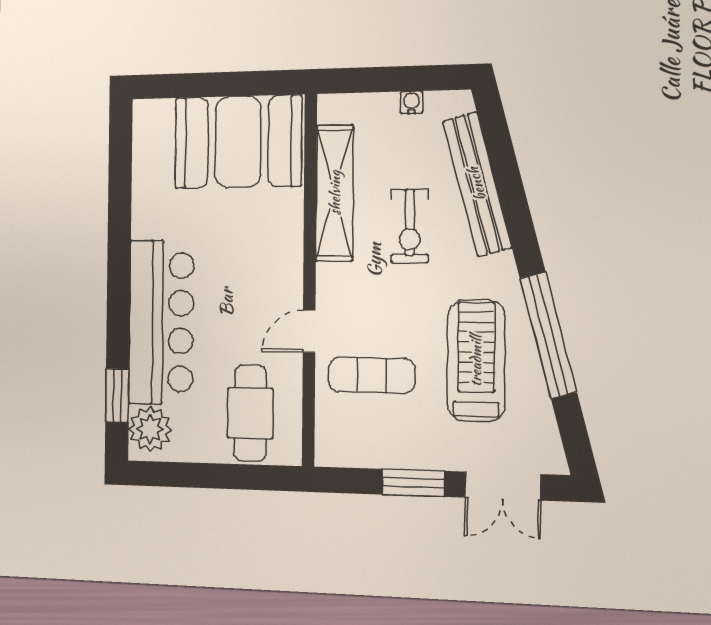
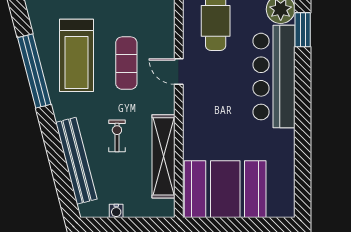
exercise bike: (410, 226) -> (117, 136), width x0.73, depth x0.72
door: (309, 331) -> (179, 72), swing flipped
exercise mat: (372, 375) -> (126, 63), moved, turned 90

